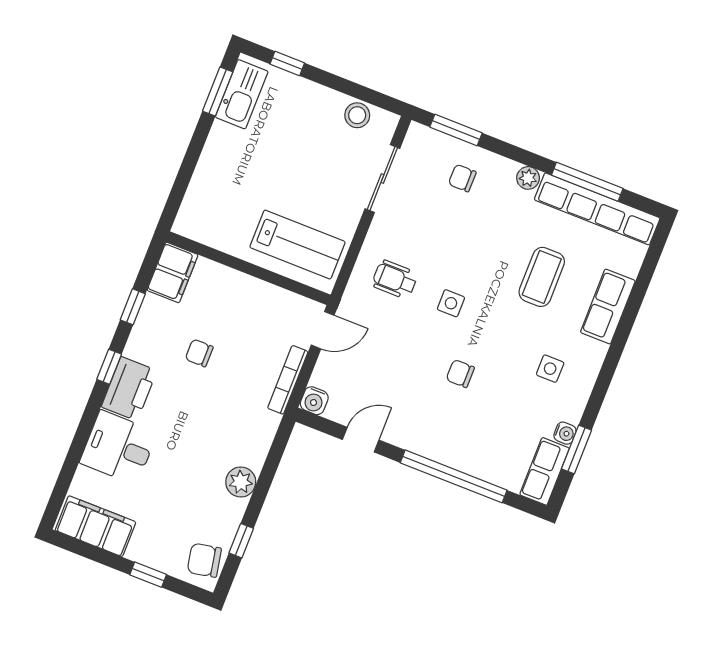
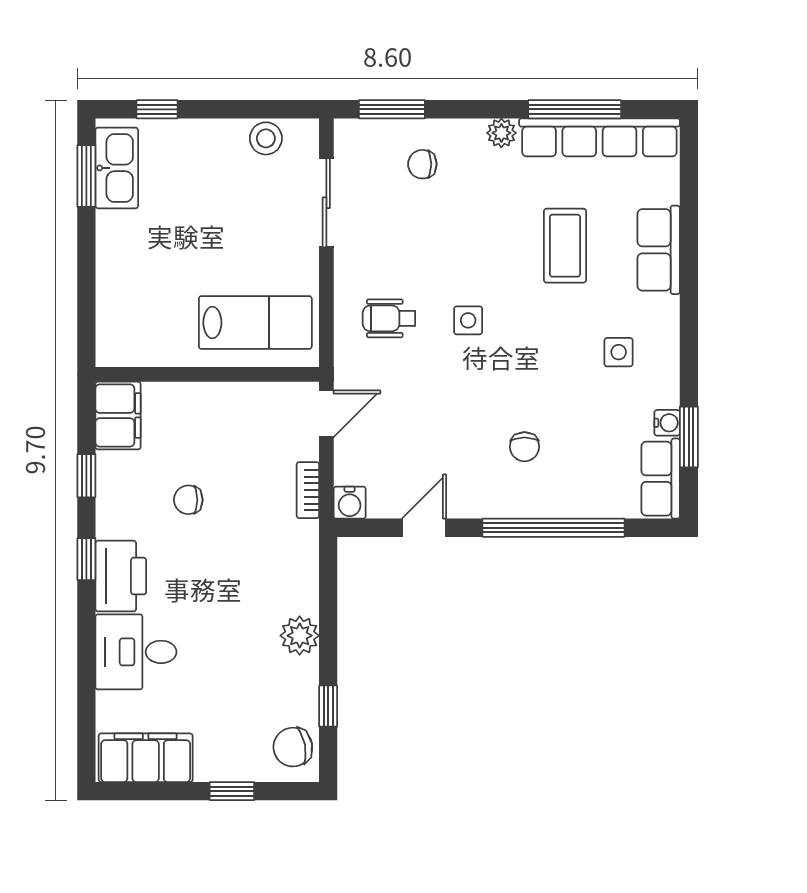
chair: (460, 374) -> (524, 447), moved, turned -90
bookcase: (288, 380) -> (308, 490), width x0.64

